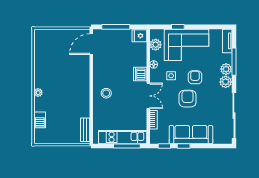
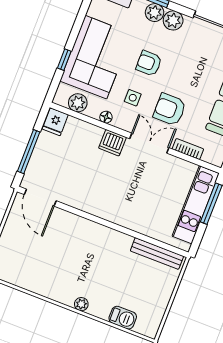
stool: (106, 93) -> (121, 204), removed
armchair: (188, 99) -> (170, 109), moved
bench: (85, 130) -> (157, 253), width x1.36

